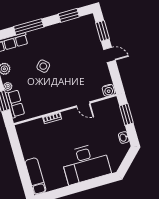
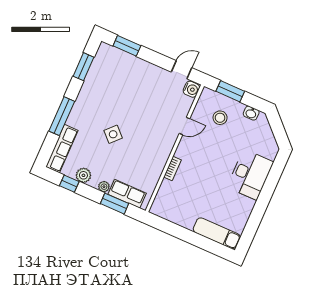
door: (109, 55) -> (182, 70), moved
stool: (106, 121) -> (220, 118), added
desk: (86, 163) -> (250, 175), width x0.73, depth x0.77

